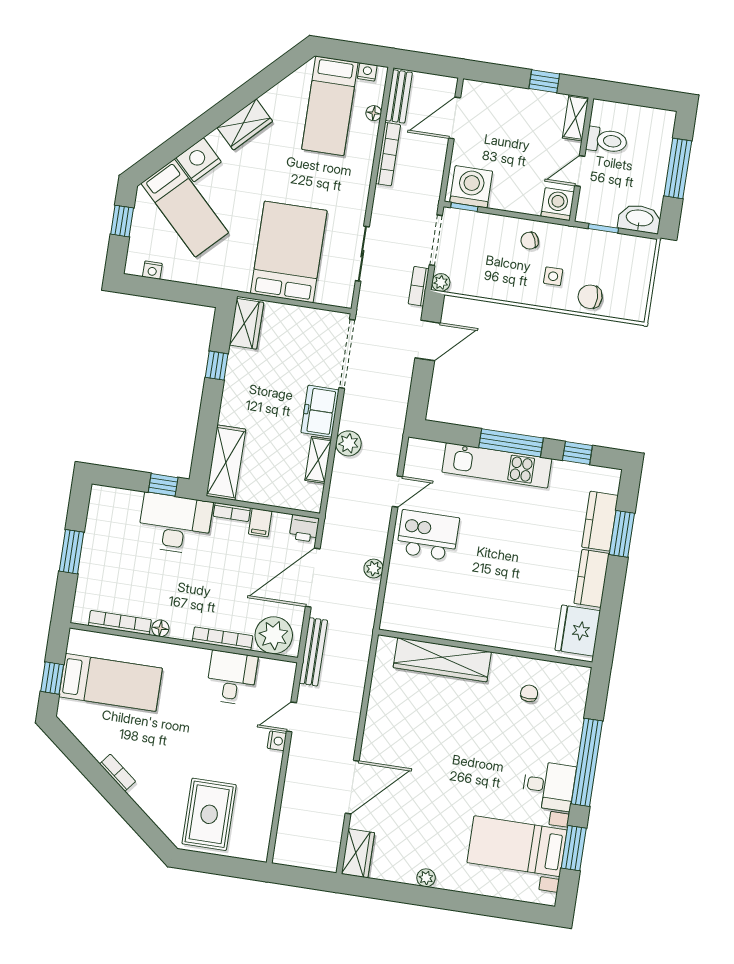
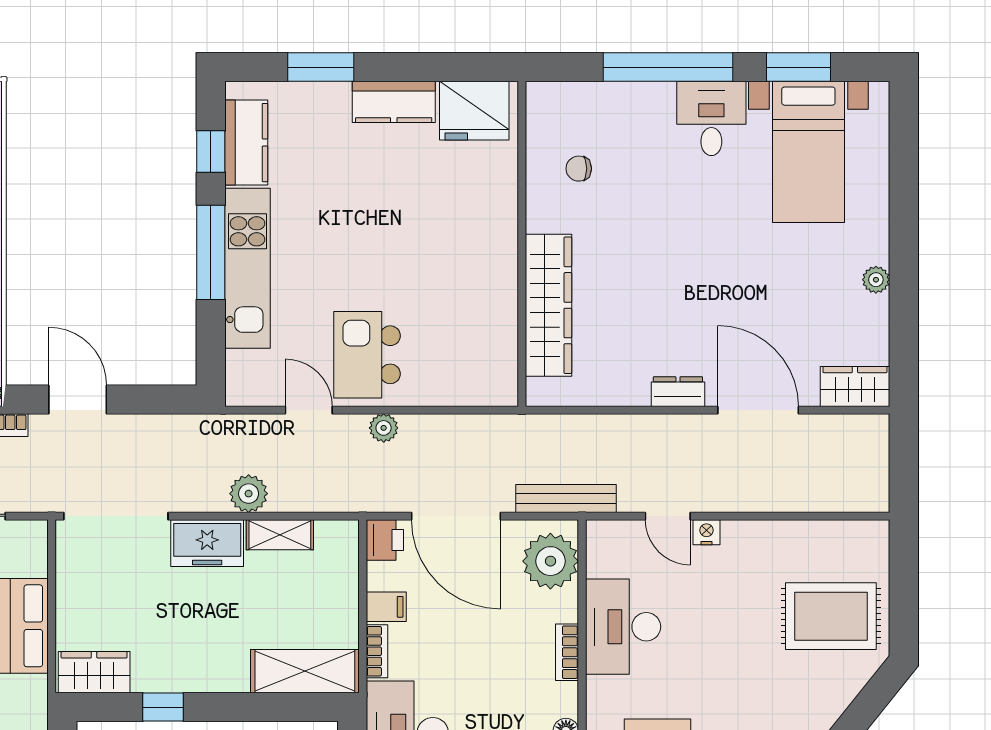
kitchen counter: (600, 521) -> (246, 143), moved, turned -90
plant: (374, 569) -> (384, 428), moved
bookcase: (223, 639) -> (567, 652), width x0.64
desk: (232, 678) -> (623, 627), width x1.37
dresser: (372, 736) -> (678, 392), added

